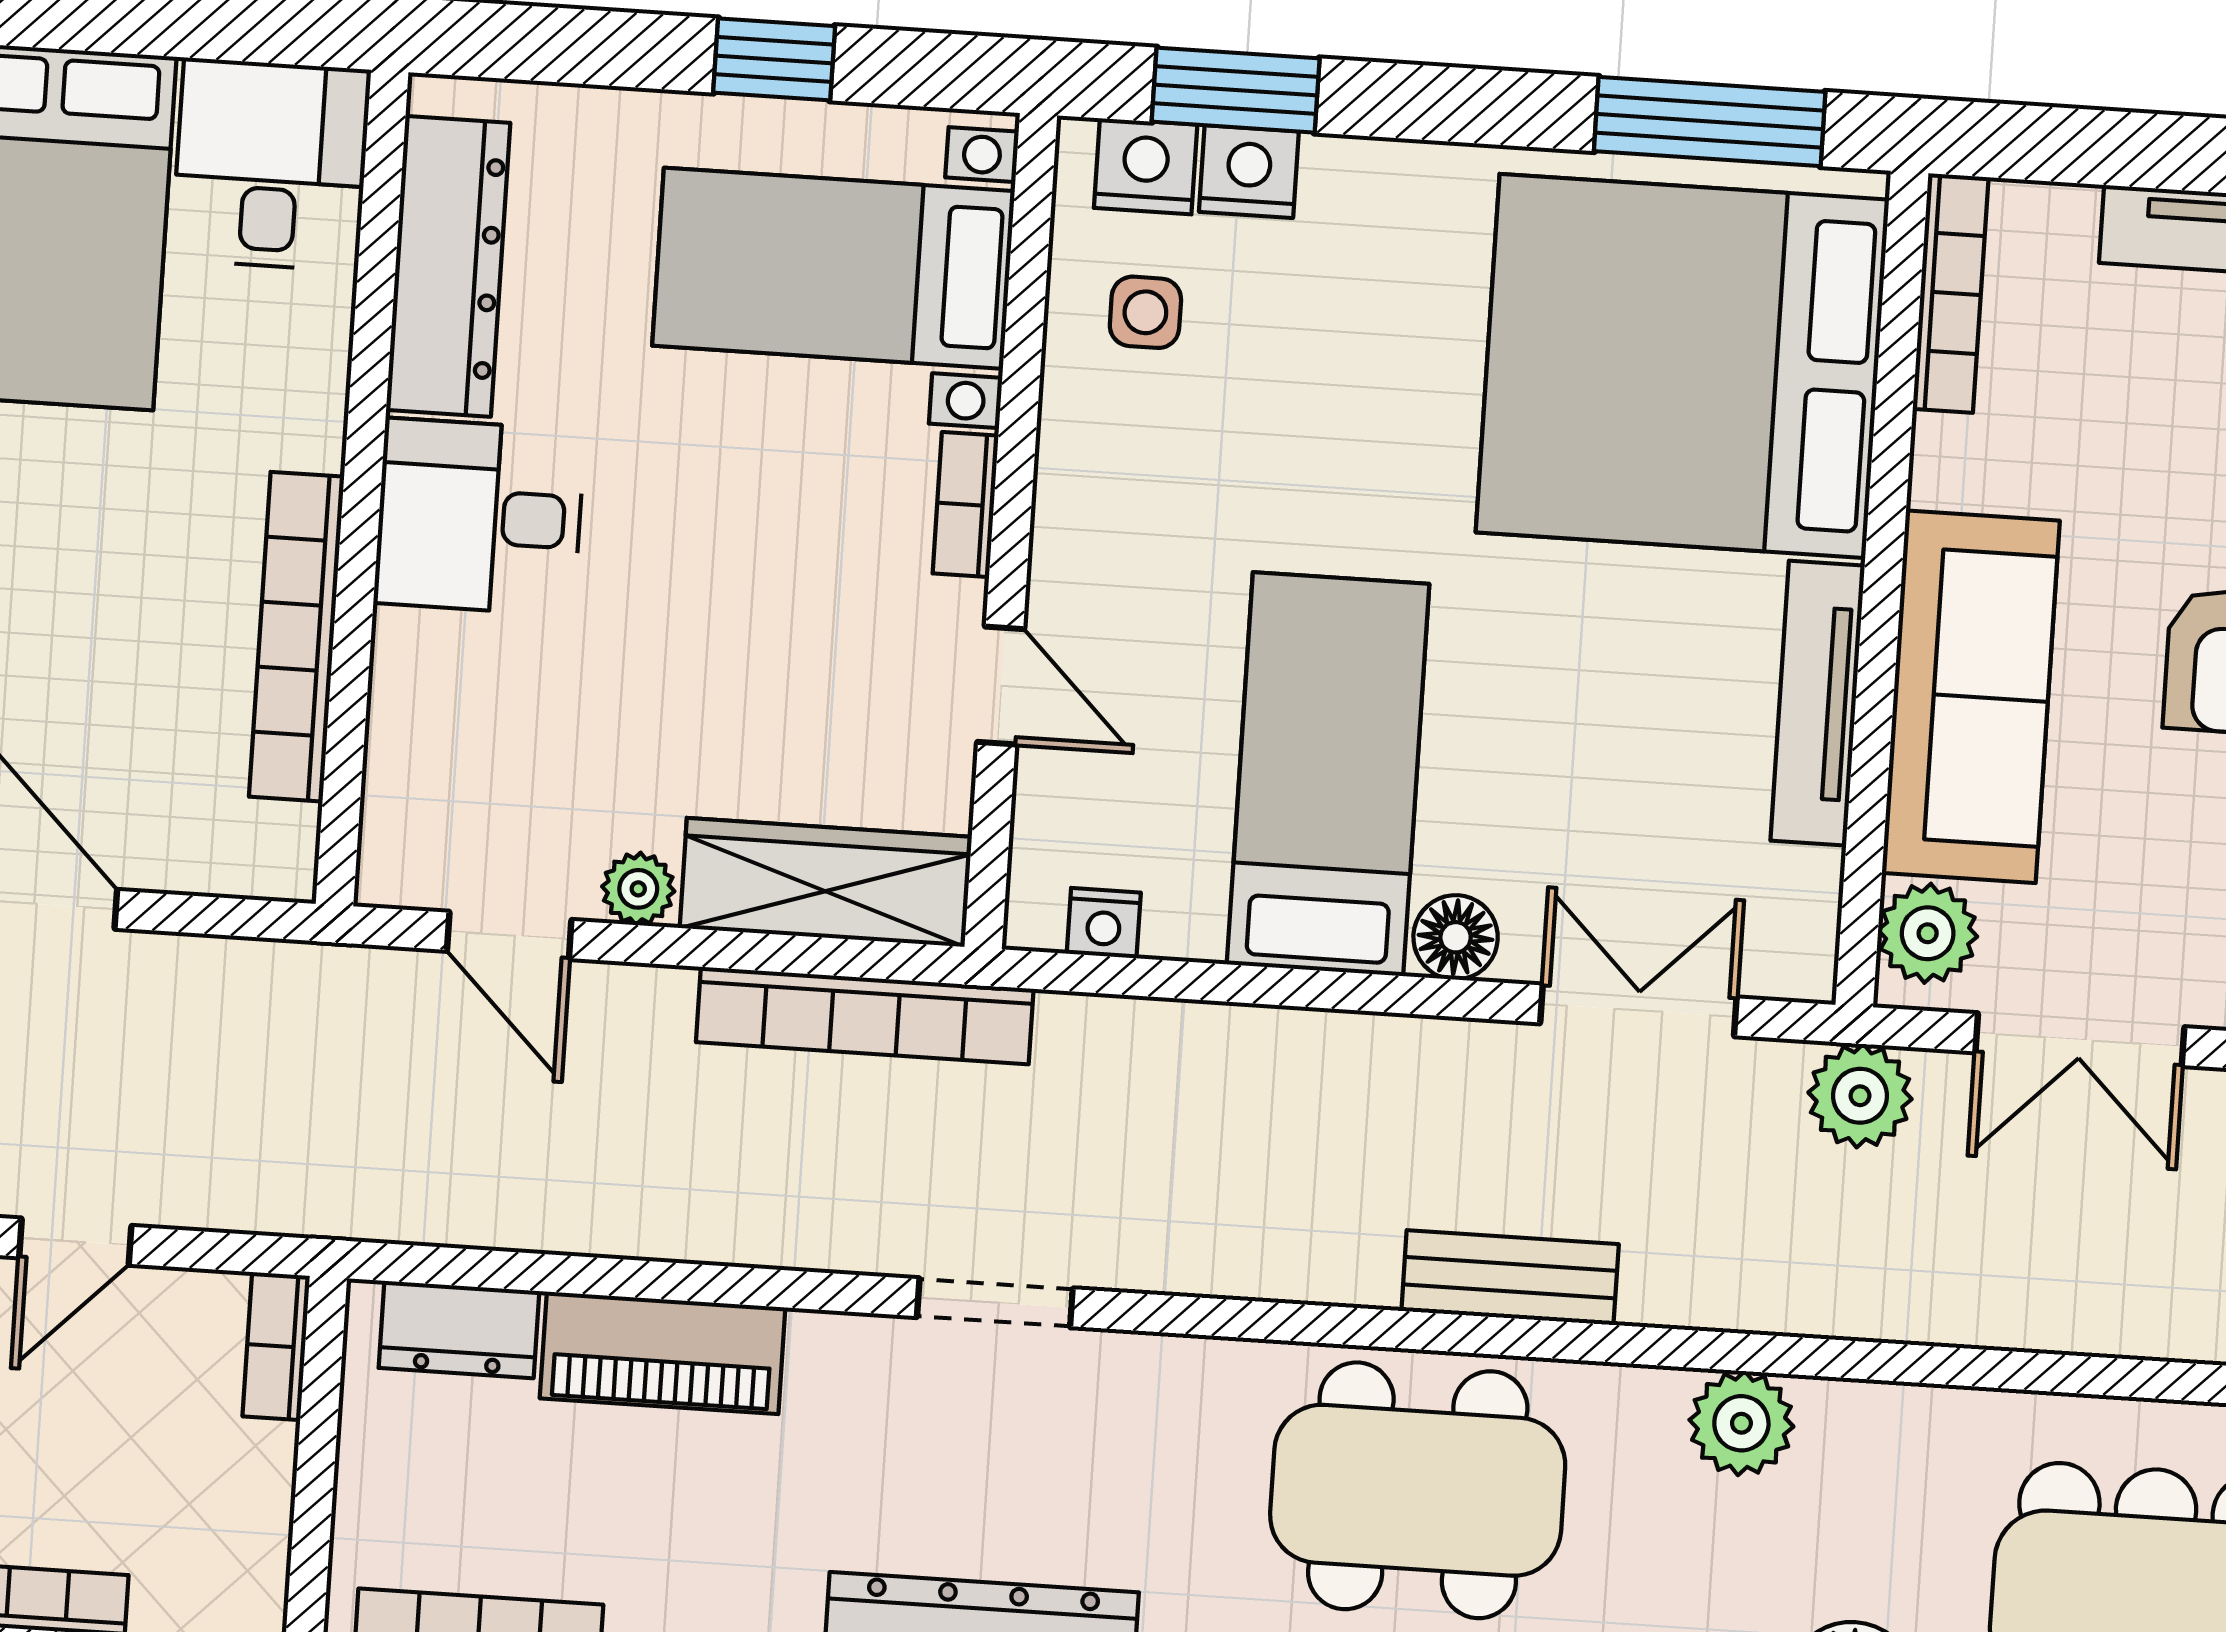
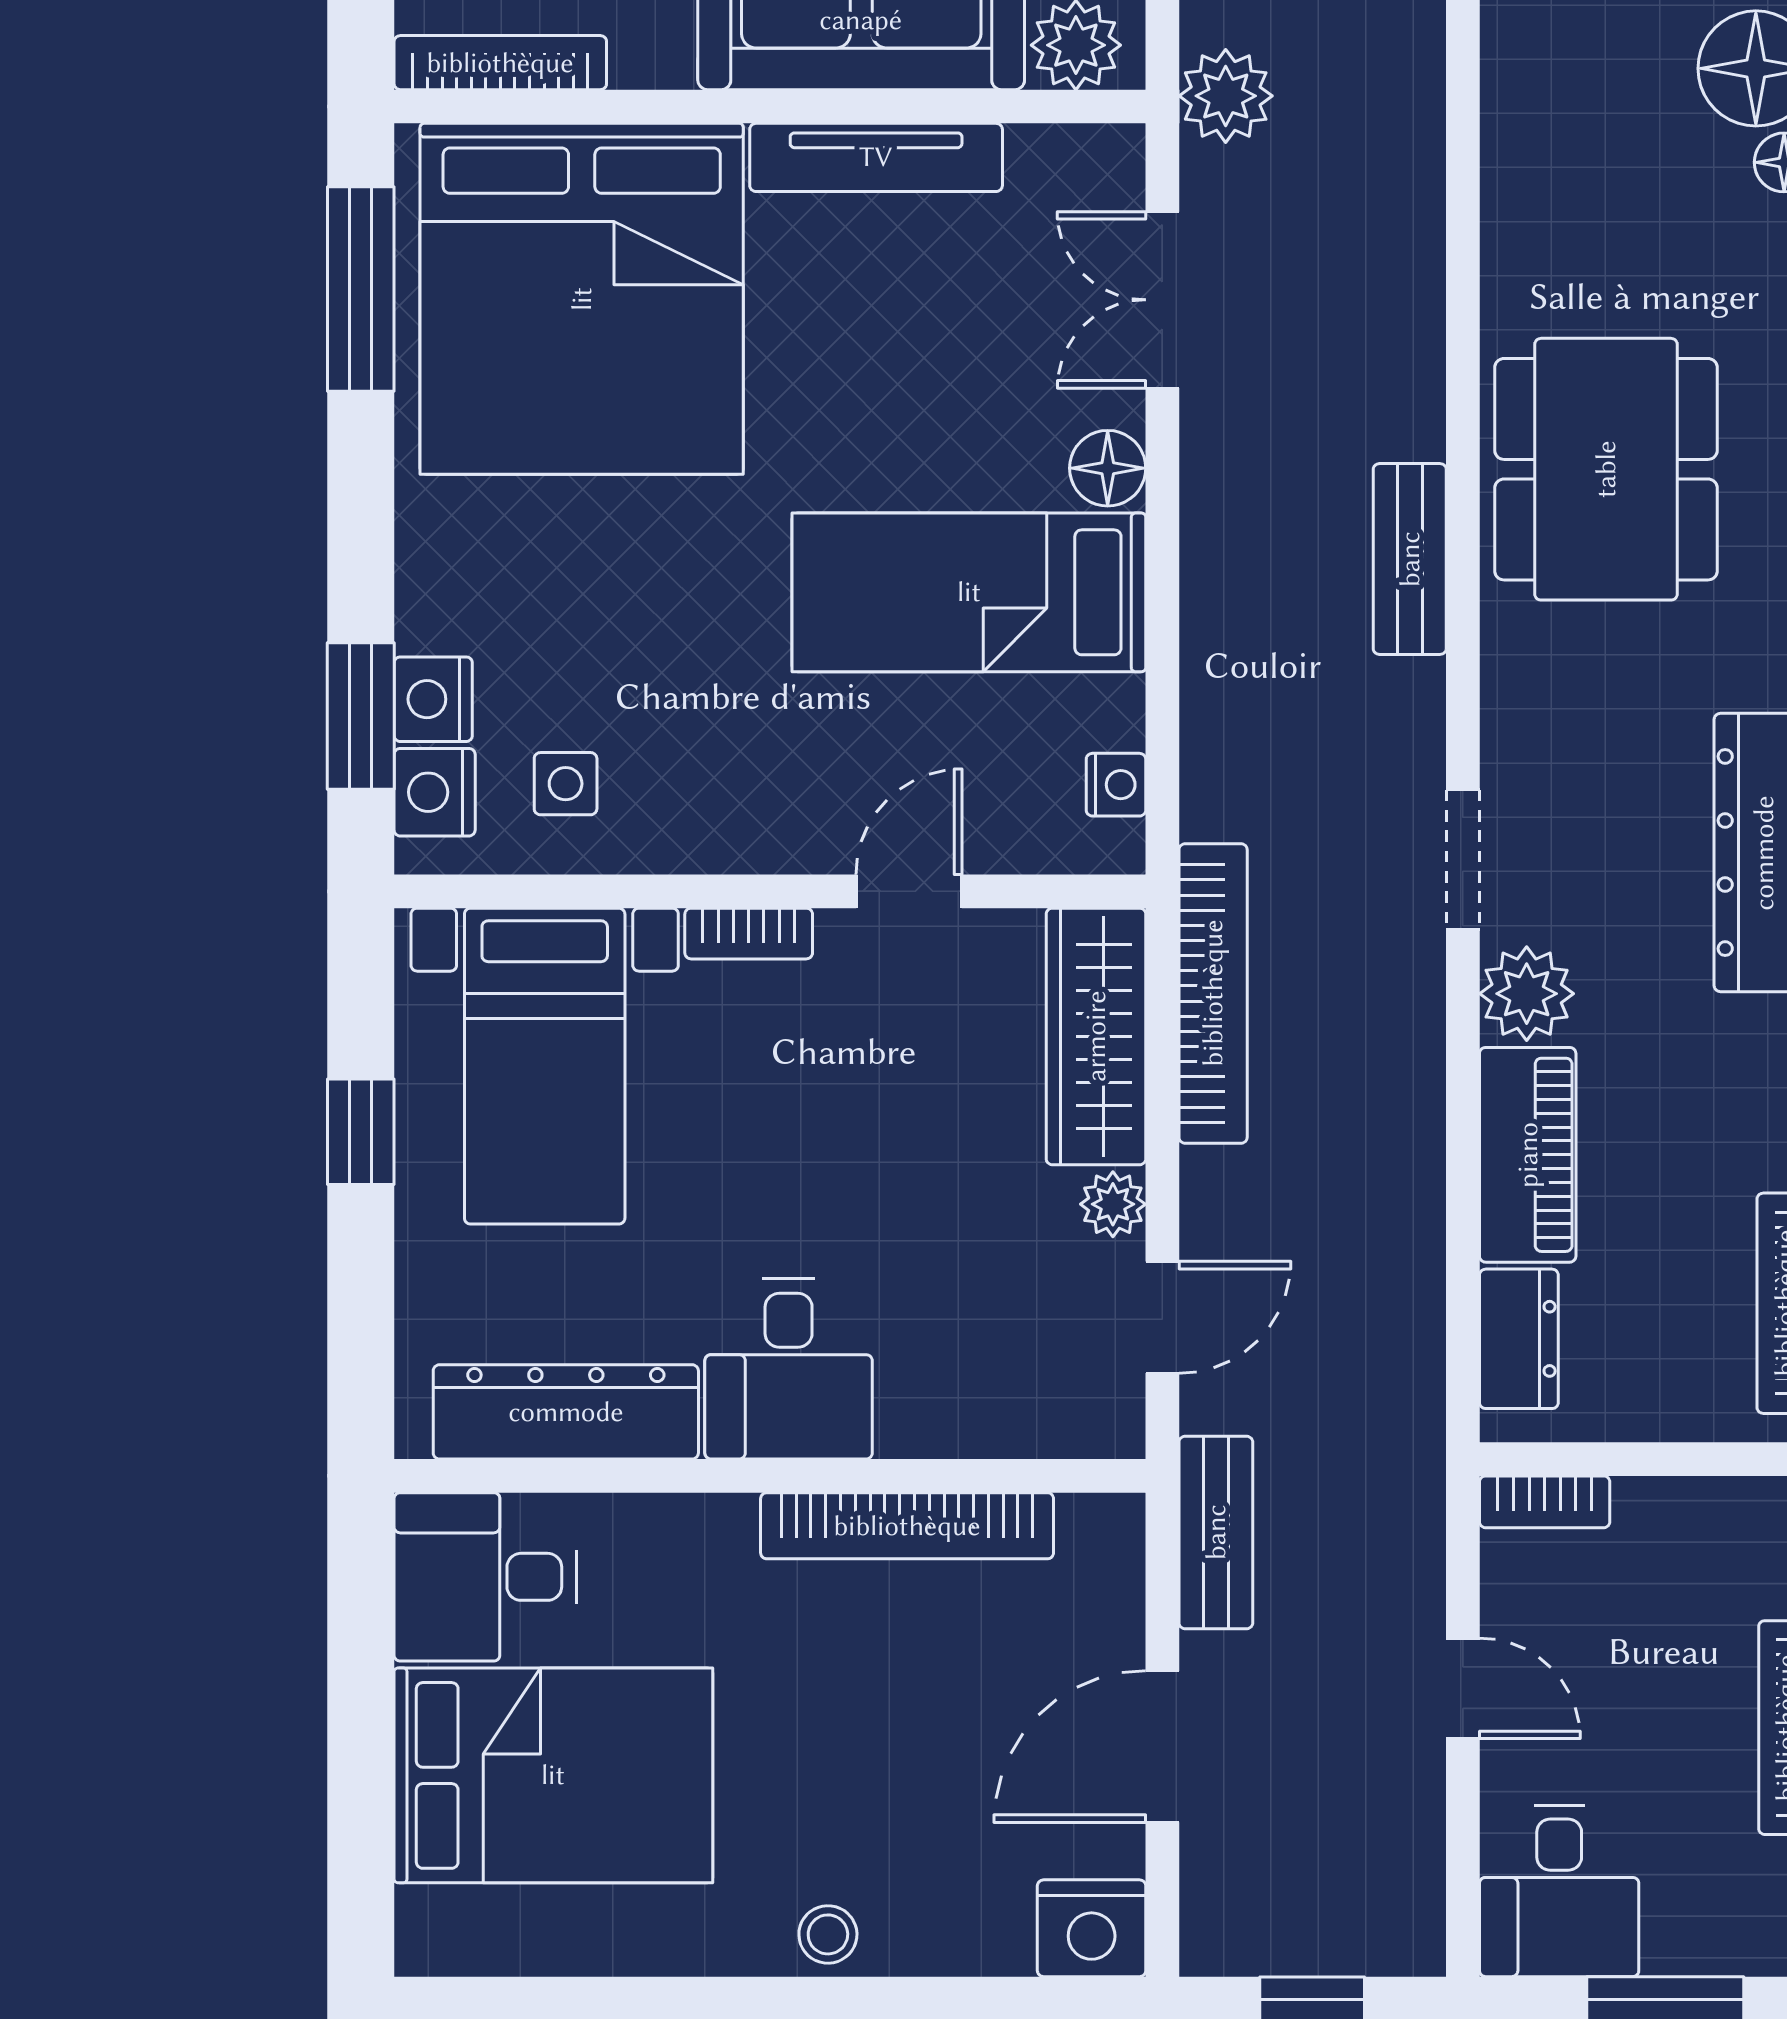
bench: (266, 979) -> (1216, 1532), added
bench: (1510, 1278) -> (1410, 559), moved
plant: (1741, 1423) -> (1527, 994), moved

